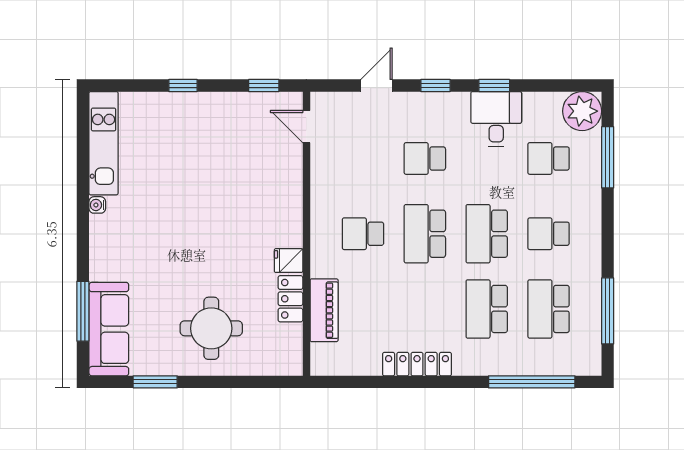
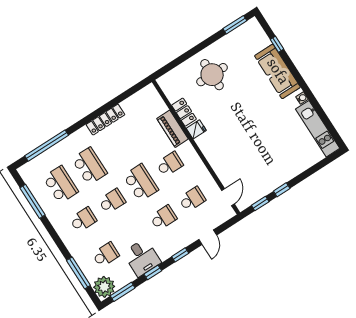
window: (183, 86) -> (282, 190), moved
window: (559, 86) -> (123, 292), added
door: (306, 127) -> (228, 197), hinge flipped
school desk: (363, 158) -> (192, 199), added
school desk: (487, 234) -> (112, 201), width x0.54
piano: (324, 310) -> (173, 129), moved
window: (83, 311) -> (277, 44), width x0.46
sofa: (109, 329) -> (277, 72), moved
window: (155, 382) -> (235, 25), moved

